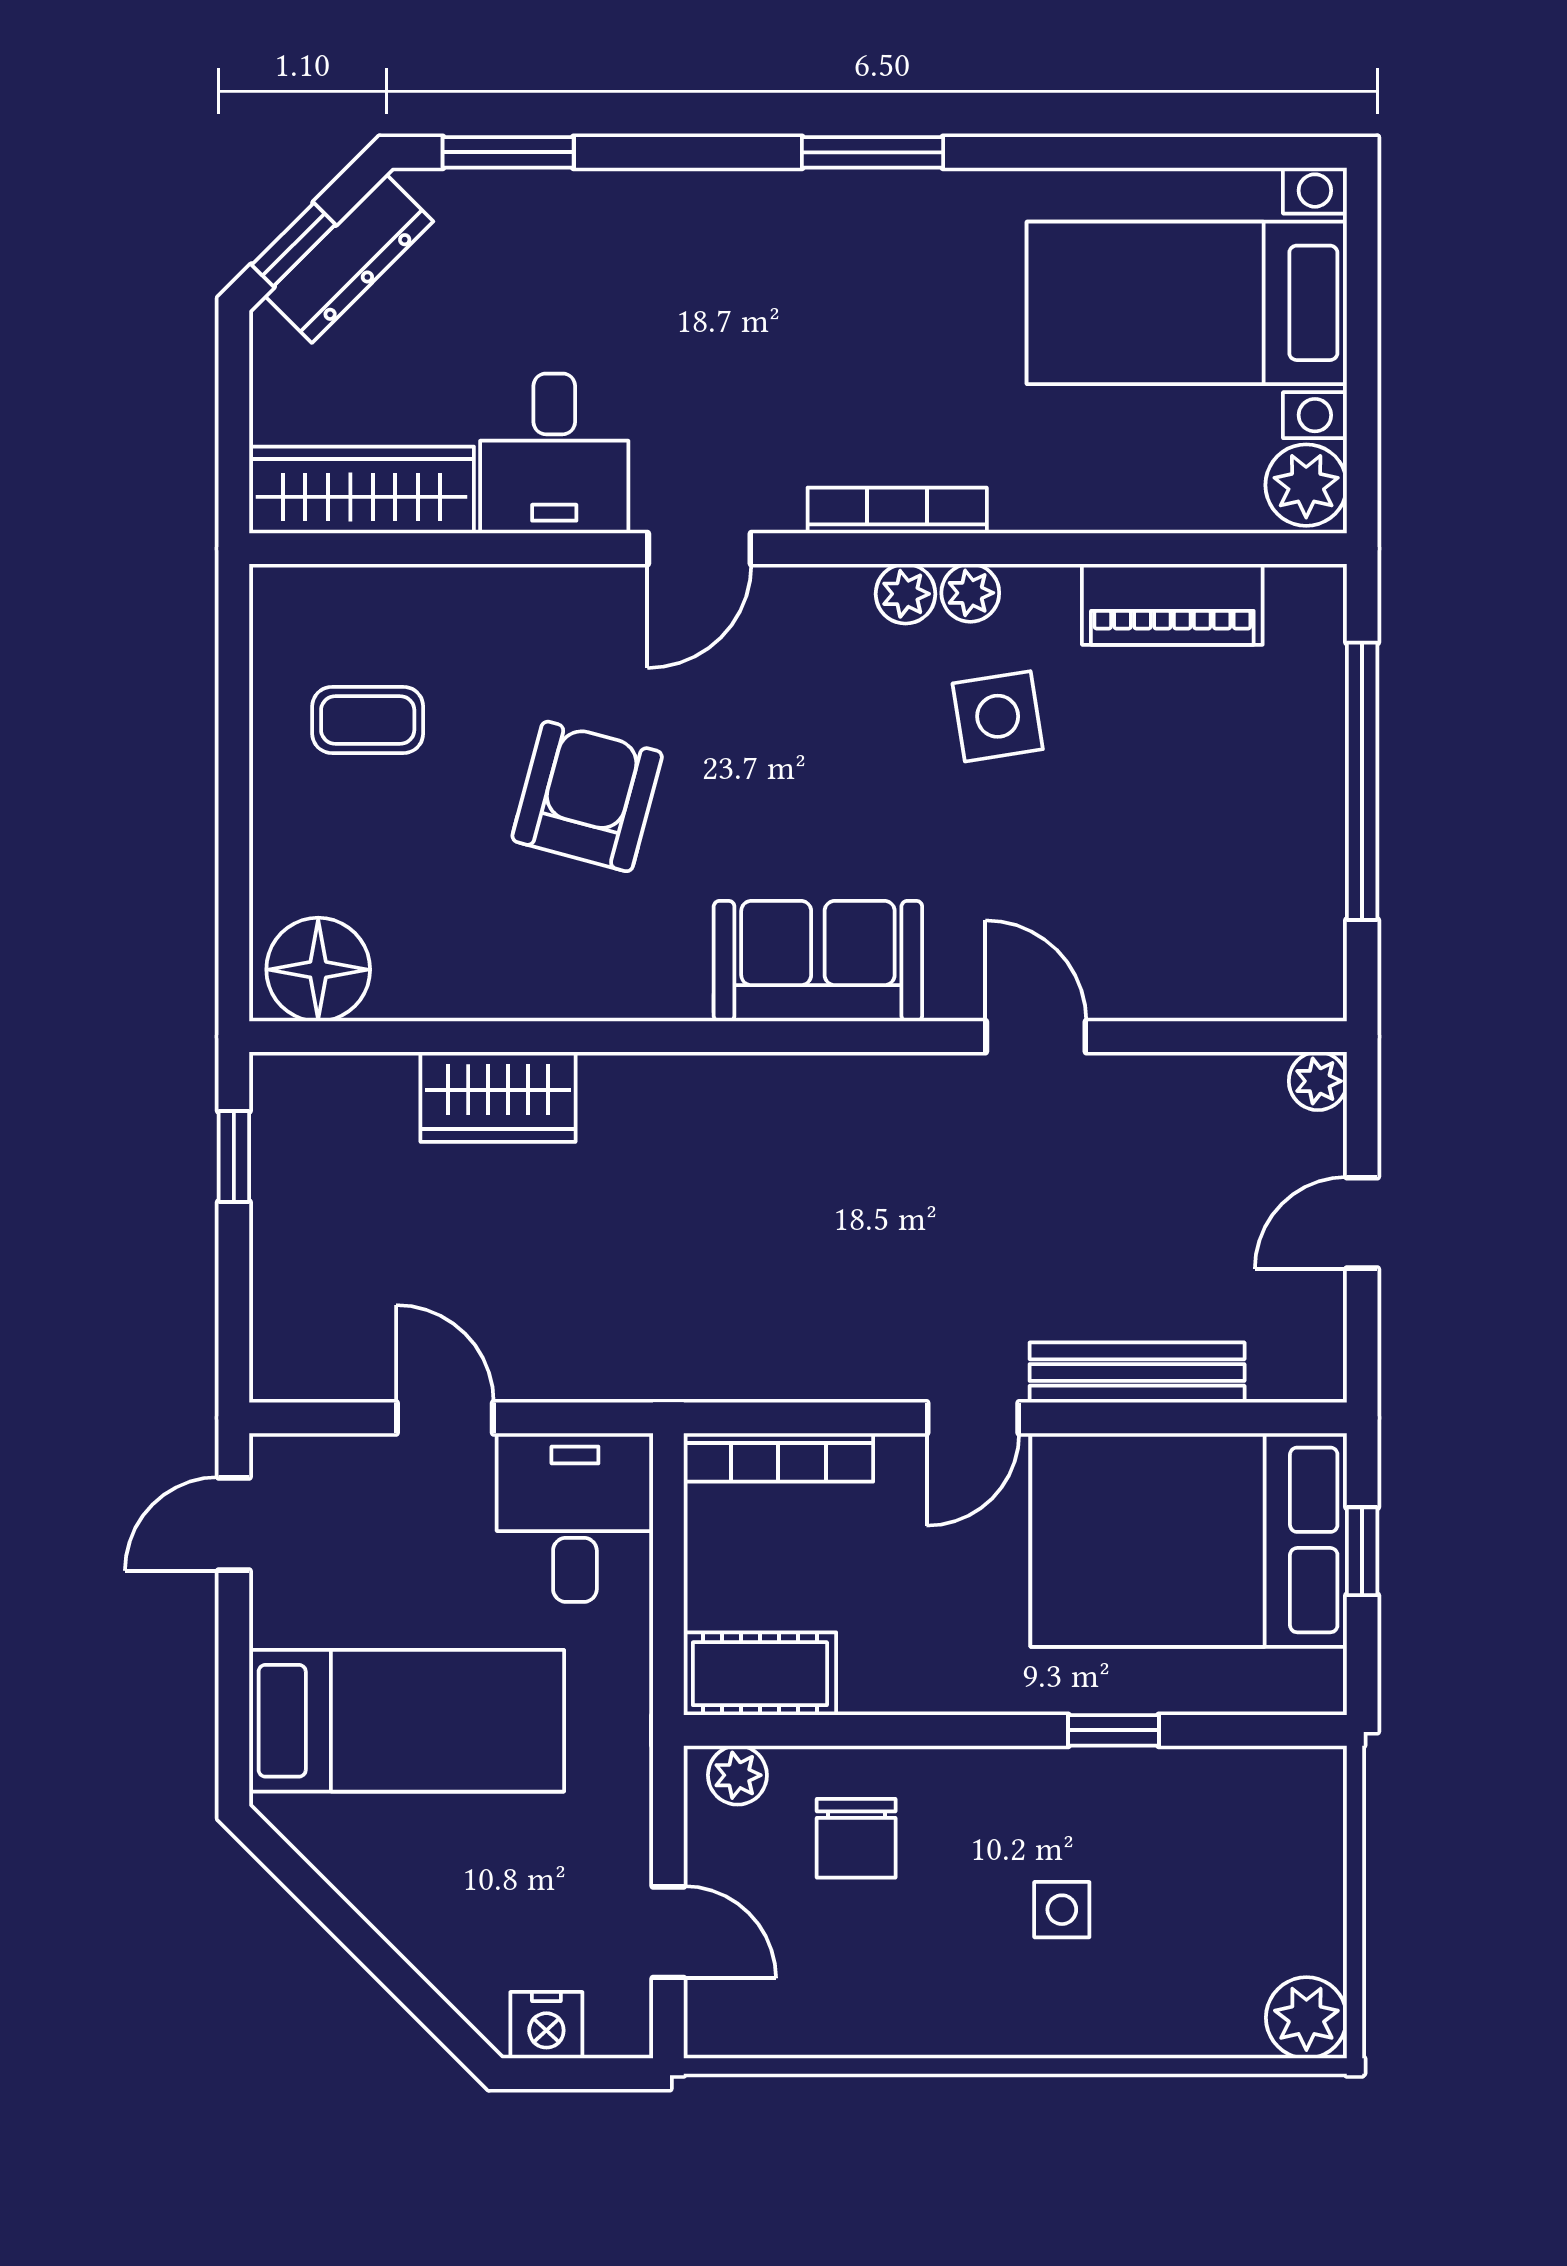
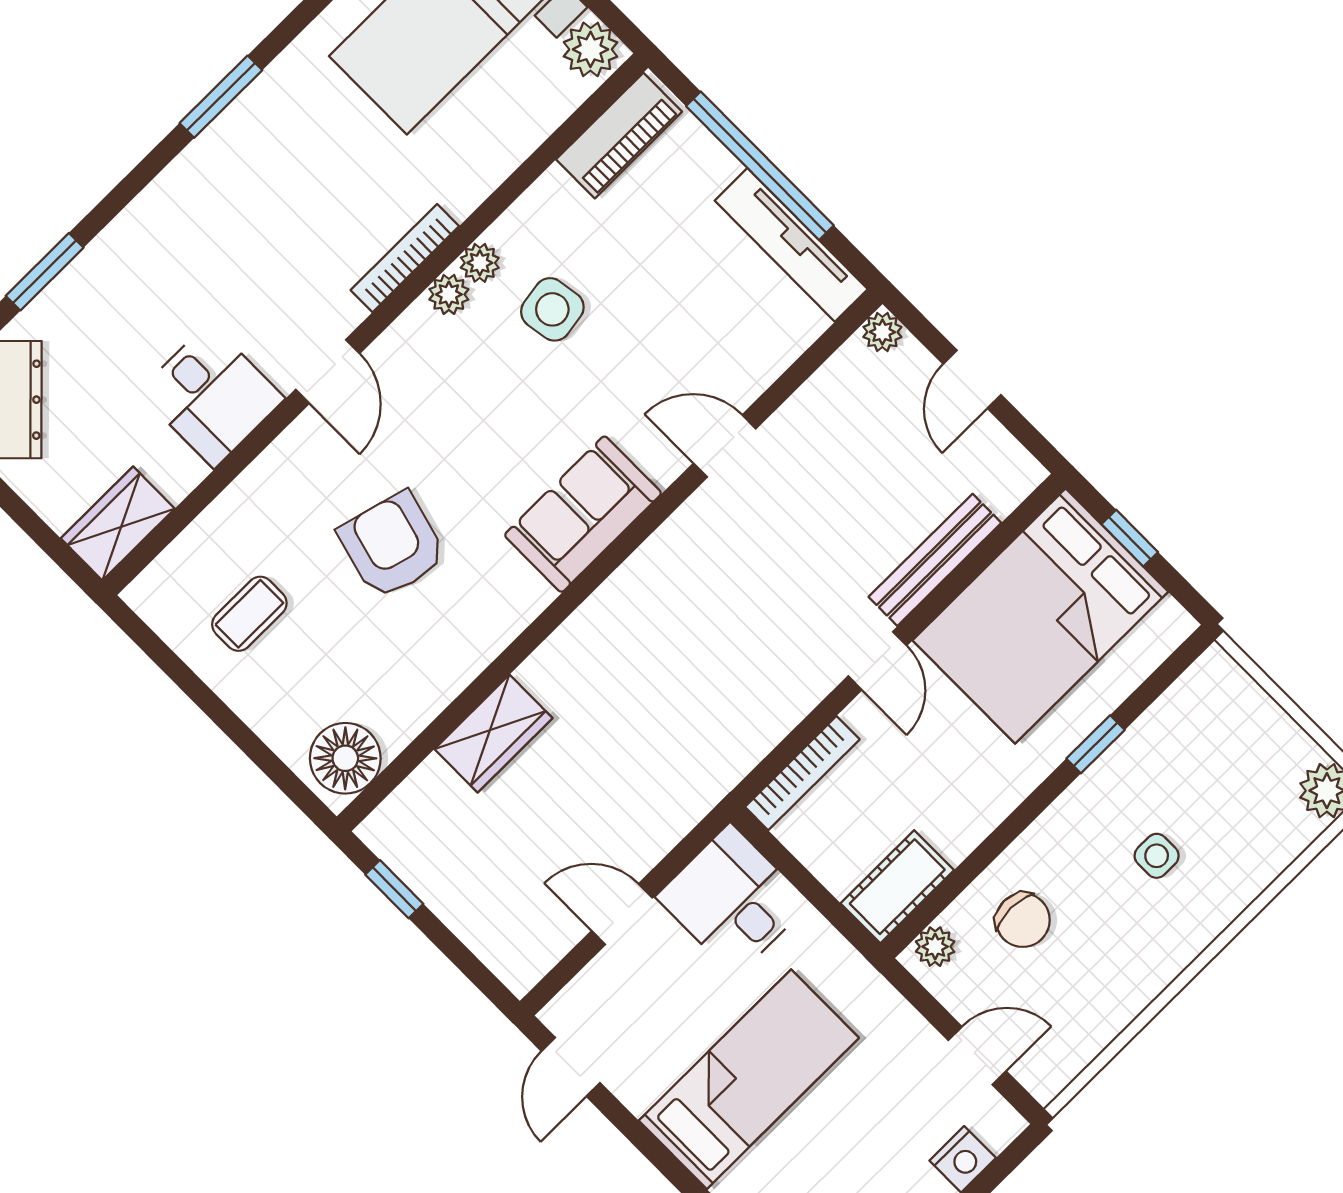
wardrobe: (362, 490) -> (118, 523), width x0.67
piano: (1172, 604) -> (619, 136), moved
tv unit: (1313, 896) -> (791, 245), added

